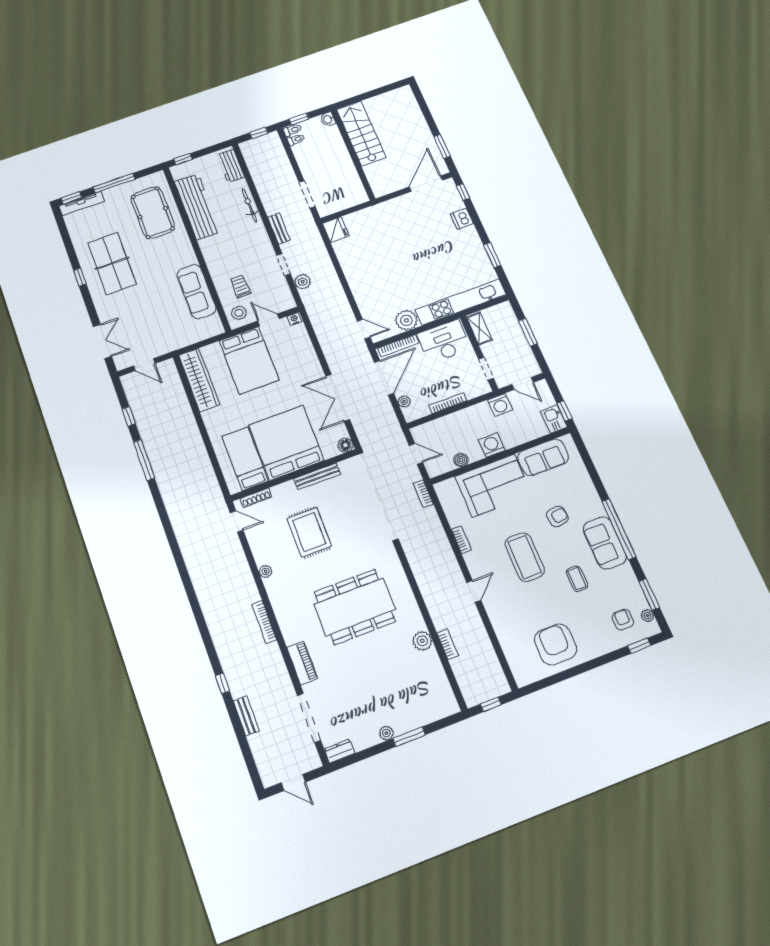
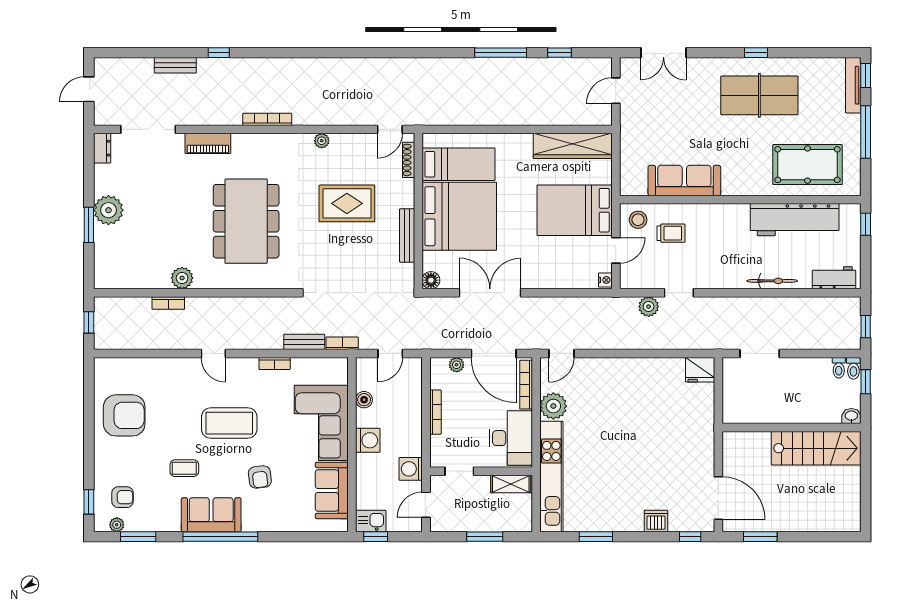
bench: (279, 229) -> (304, 342), moved
plant: (386, 733) -> (108, 210), width x1.88, depth x1.88

